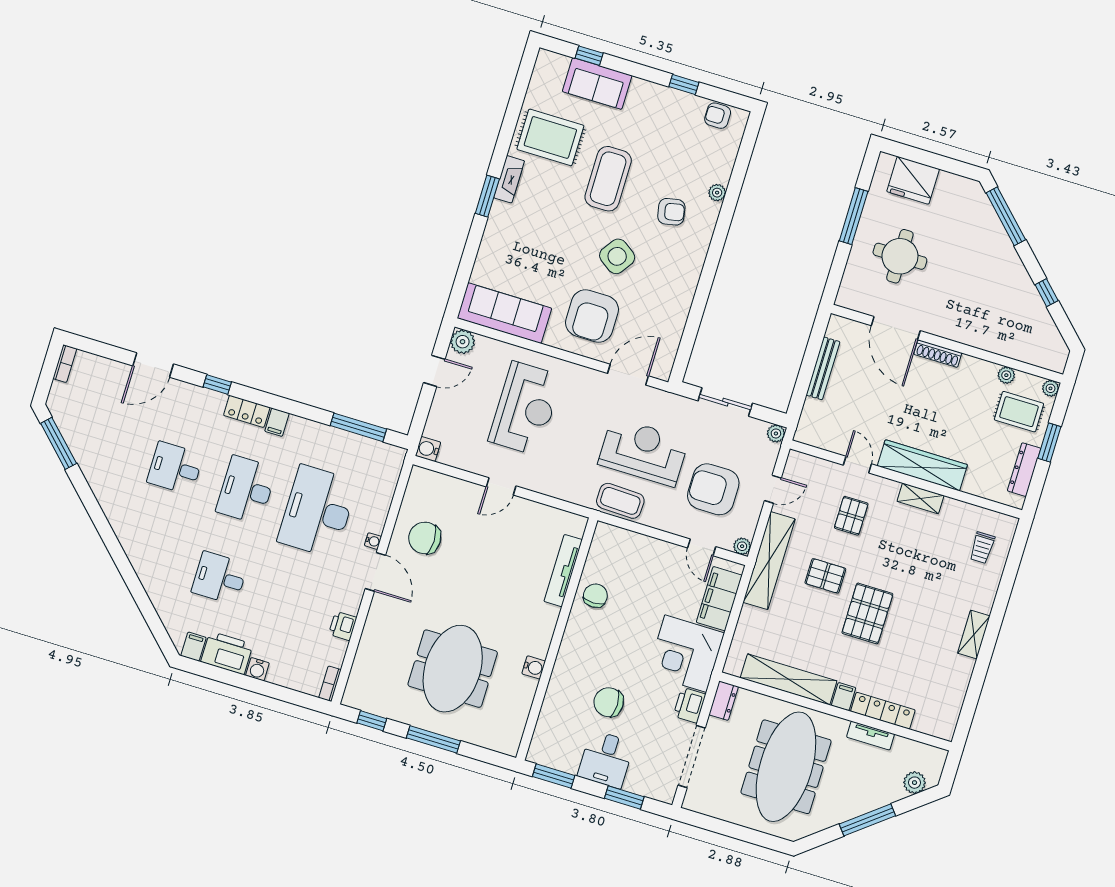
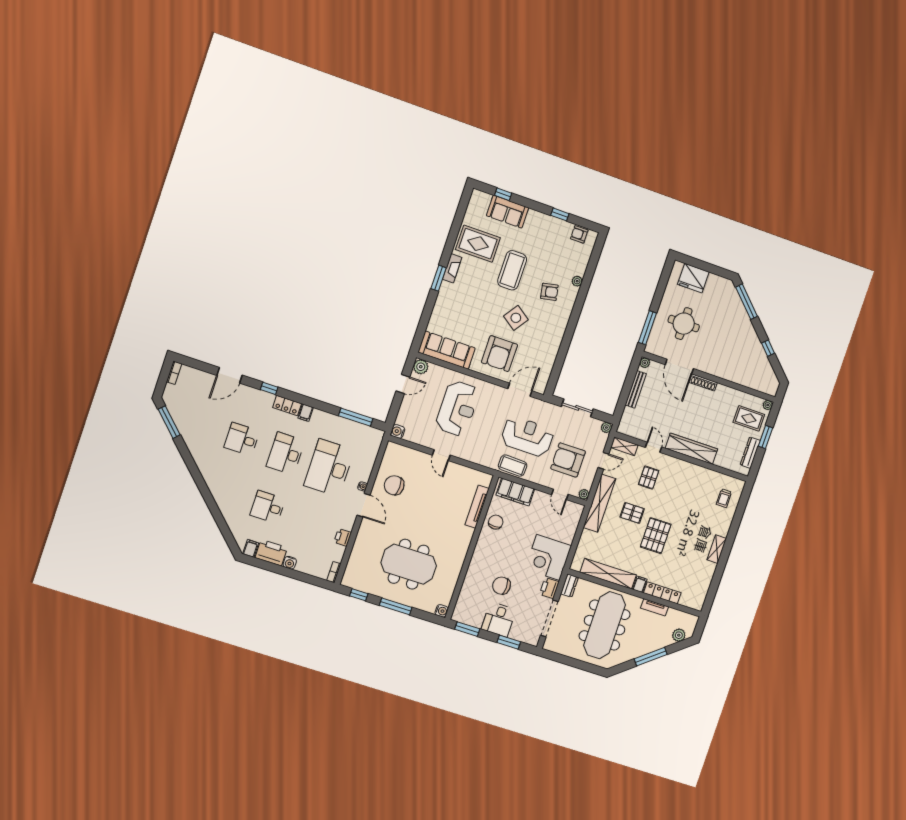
window: (854, 216) -> (647, 328), moved
plant: (1006, 375) -> (645, 363), moved
door: (501, 486) -> (441, 455), hinge flipped
shelving: (920, 498) -> (624, 446), moved
filing cabinet: (719, 599) -> (515, 492), moved, turned -90
water cooler: (534, 667) -> (442, 611), moved
meeting table: (453, 669) -> (409, 564), turned 90

